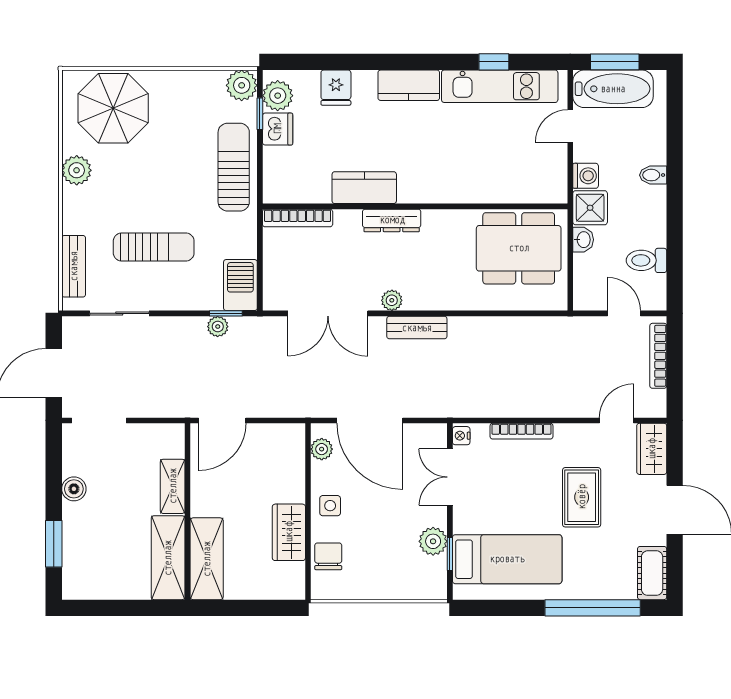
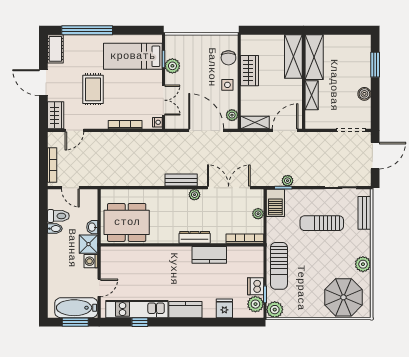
bidet: (653, 175) -> (55, 229), moved
plant: (273, 265) -> (258, 214), added
shelving: (279, 435) -> (255, 123), added

